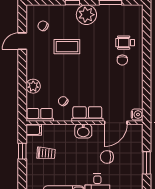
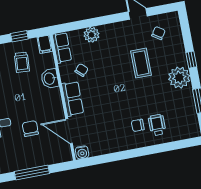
washbasin: (83, 131) -> (50, 79), moved
window: (147, 163) -> (32, 172), width x1.44

